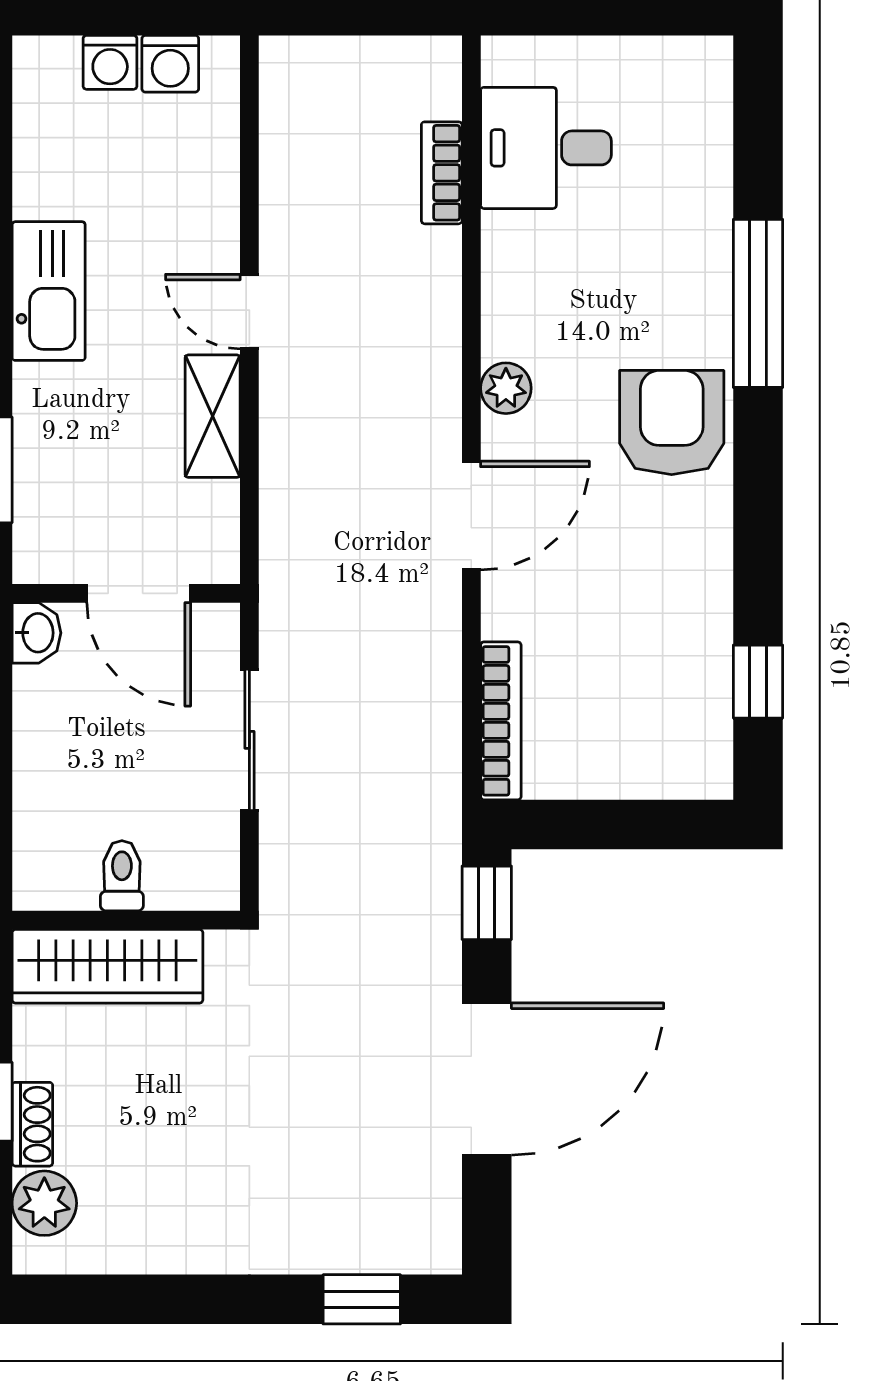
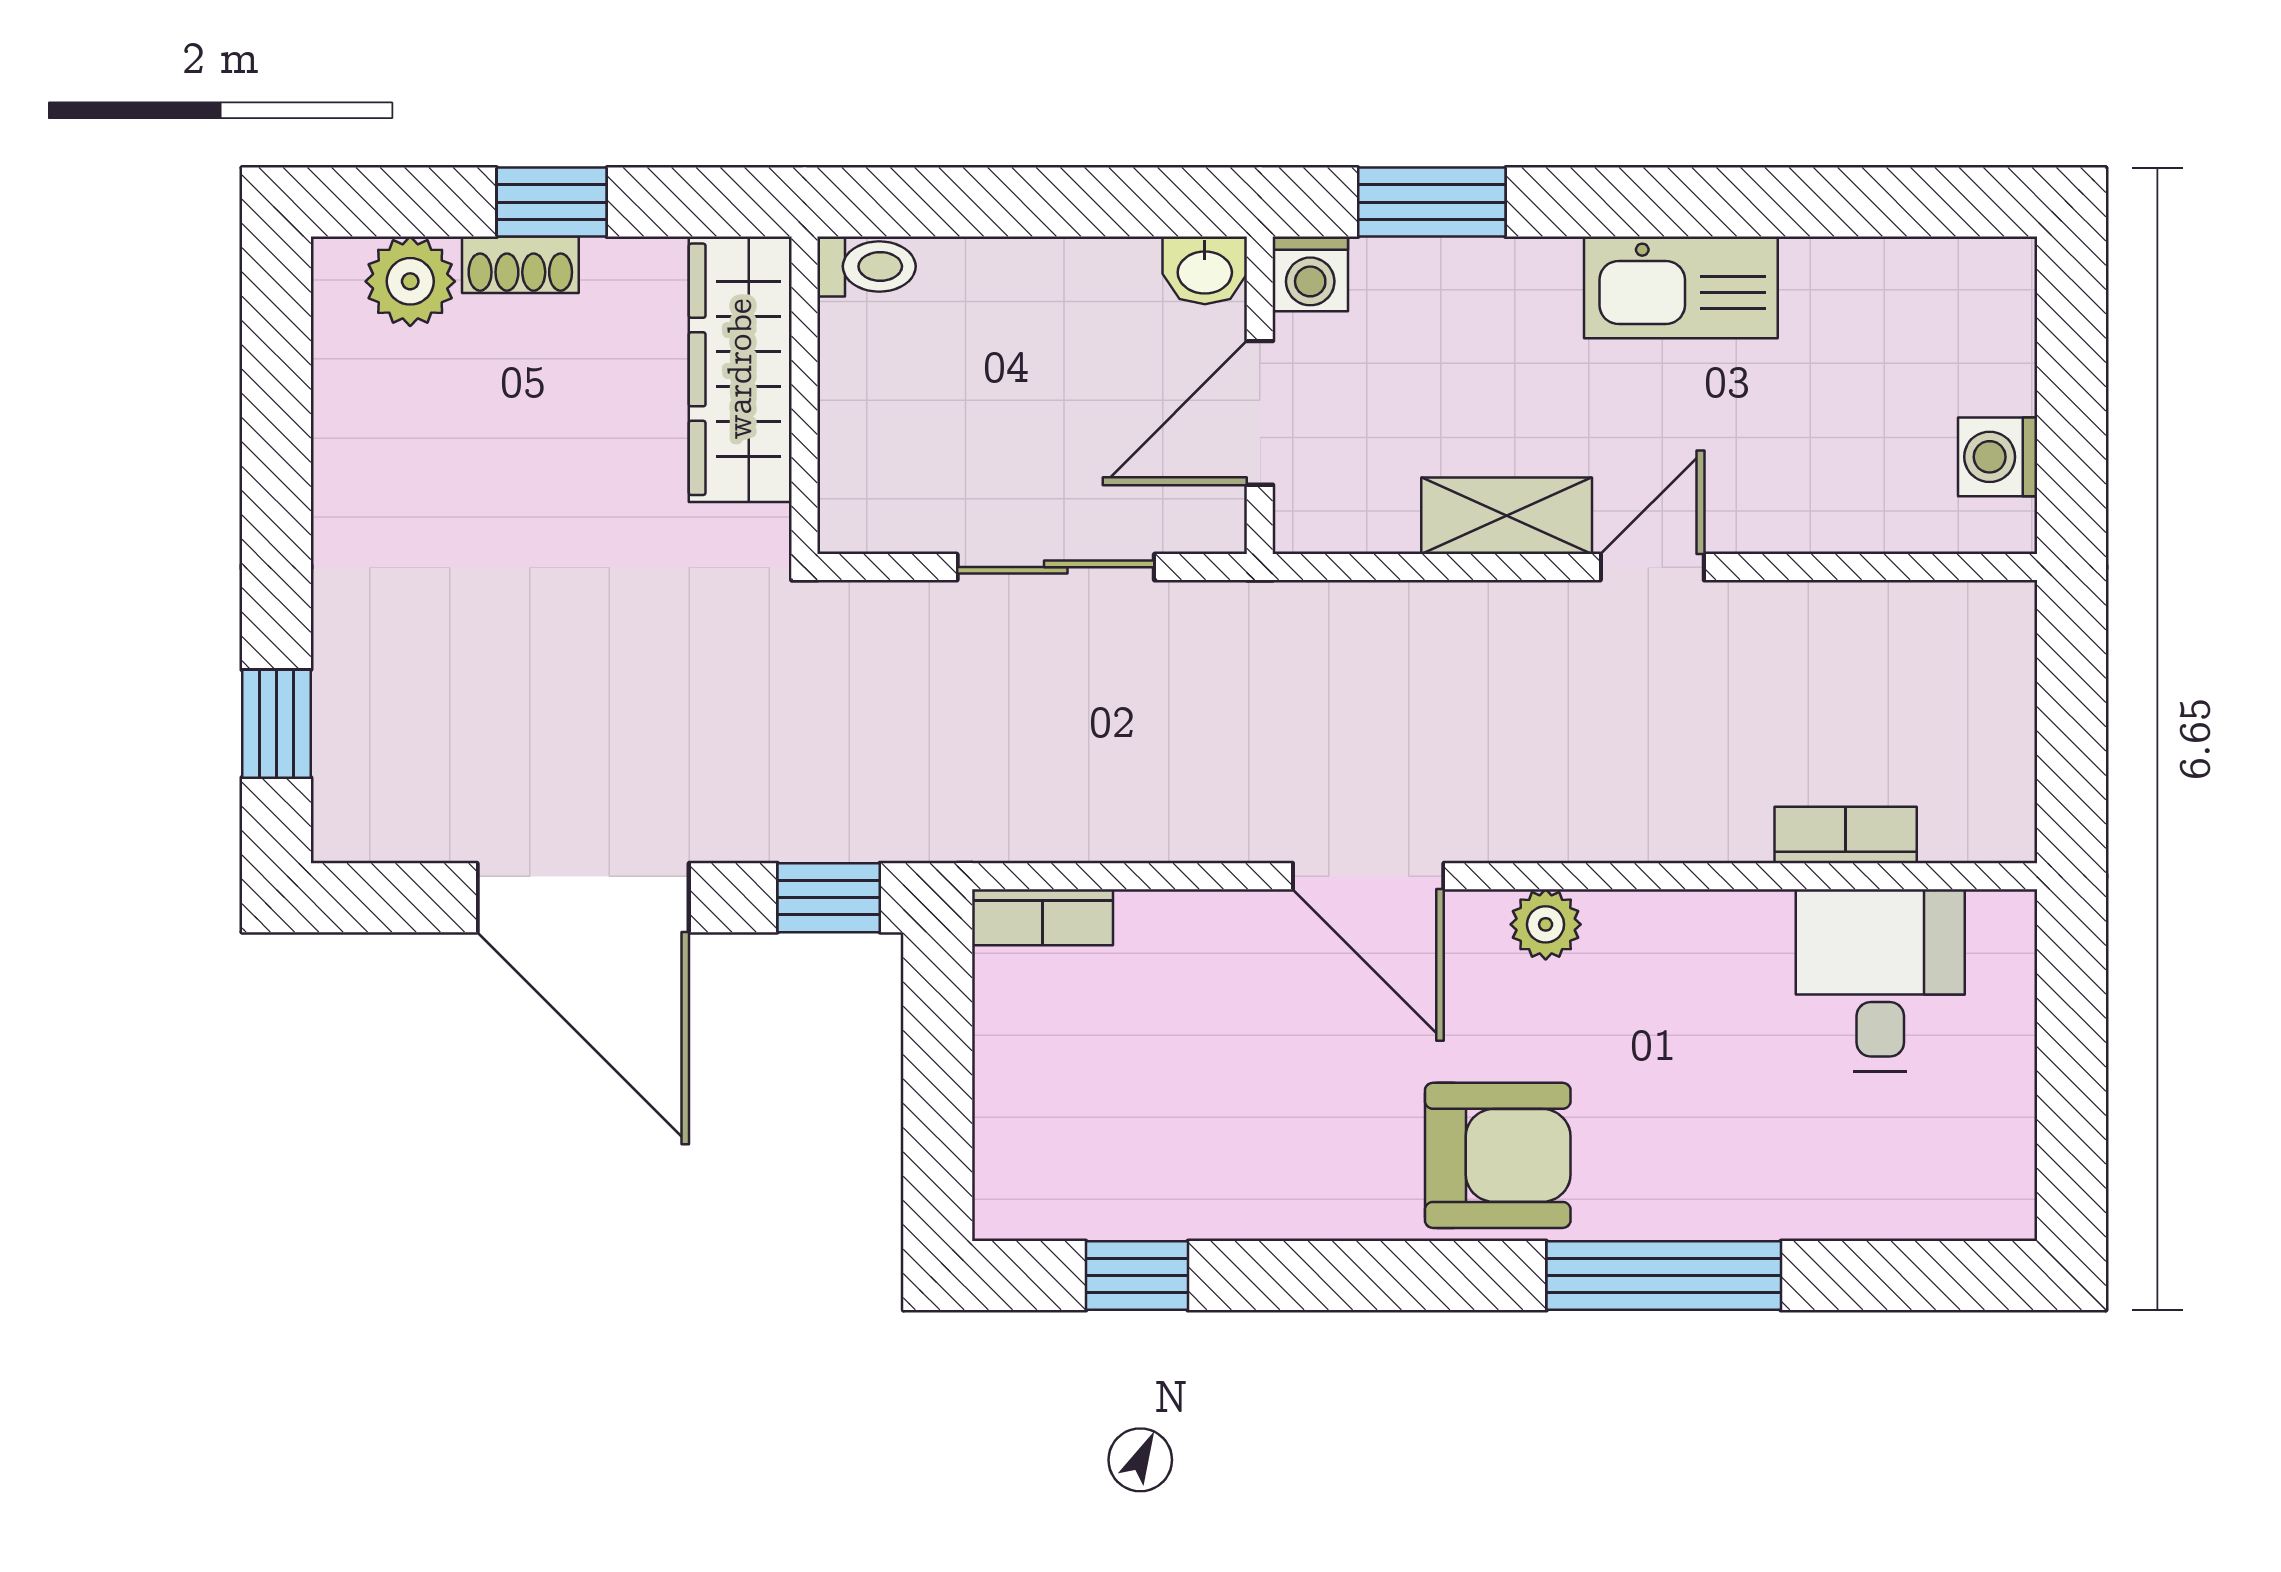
washing machine: (110, 62) -> (1310, 274), moved, turned -90
bookcase: (501, 721) -> (1043, 917), width x0.64
toilet: (122, 876) -> (866, 266), moved

